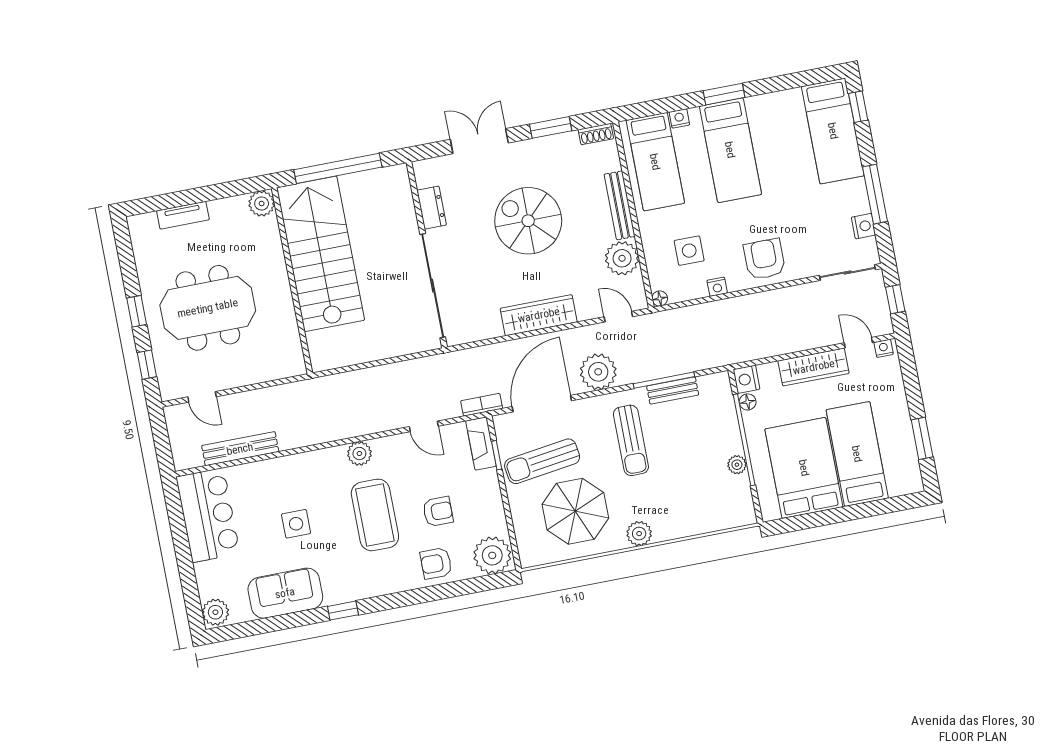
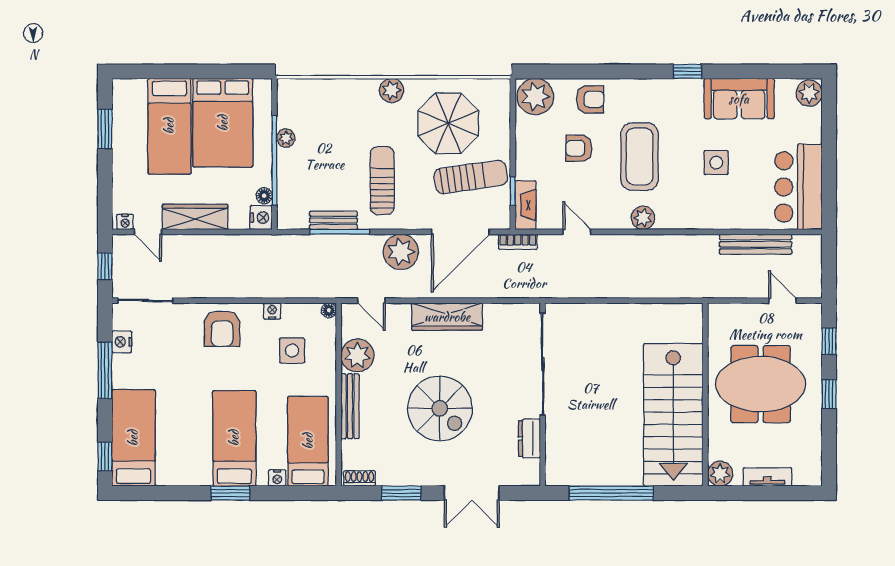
plant: (262, 203) -> (720, 474), moved
stairs: (321, 254) -> (673, 415), moved
wall: (292, 281) -> (705, 395), moved

